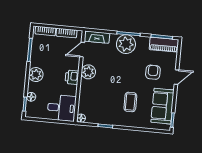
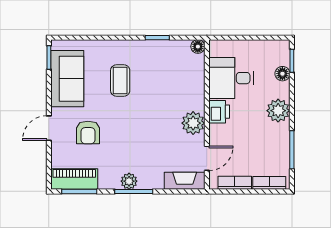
plant: (126, 44) -> (129, 181), width x0.53, depth x0.53
desk: (62, 108) -> (231, 78), moved

